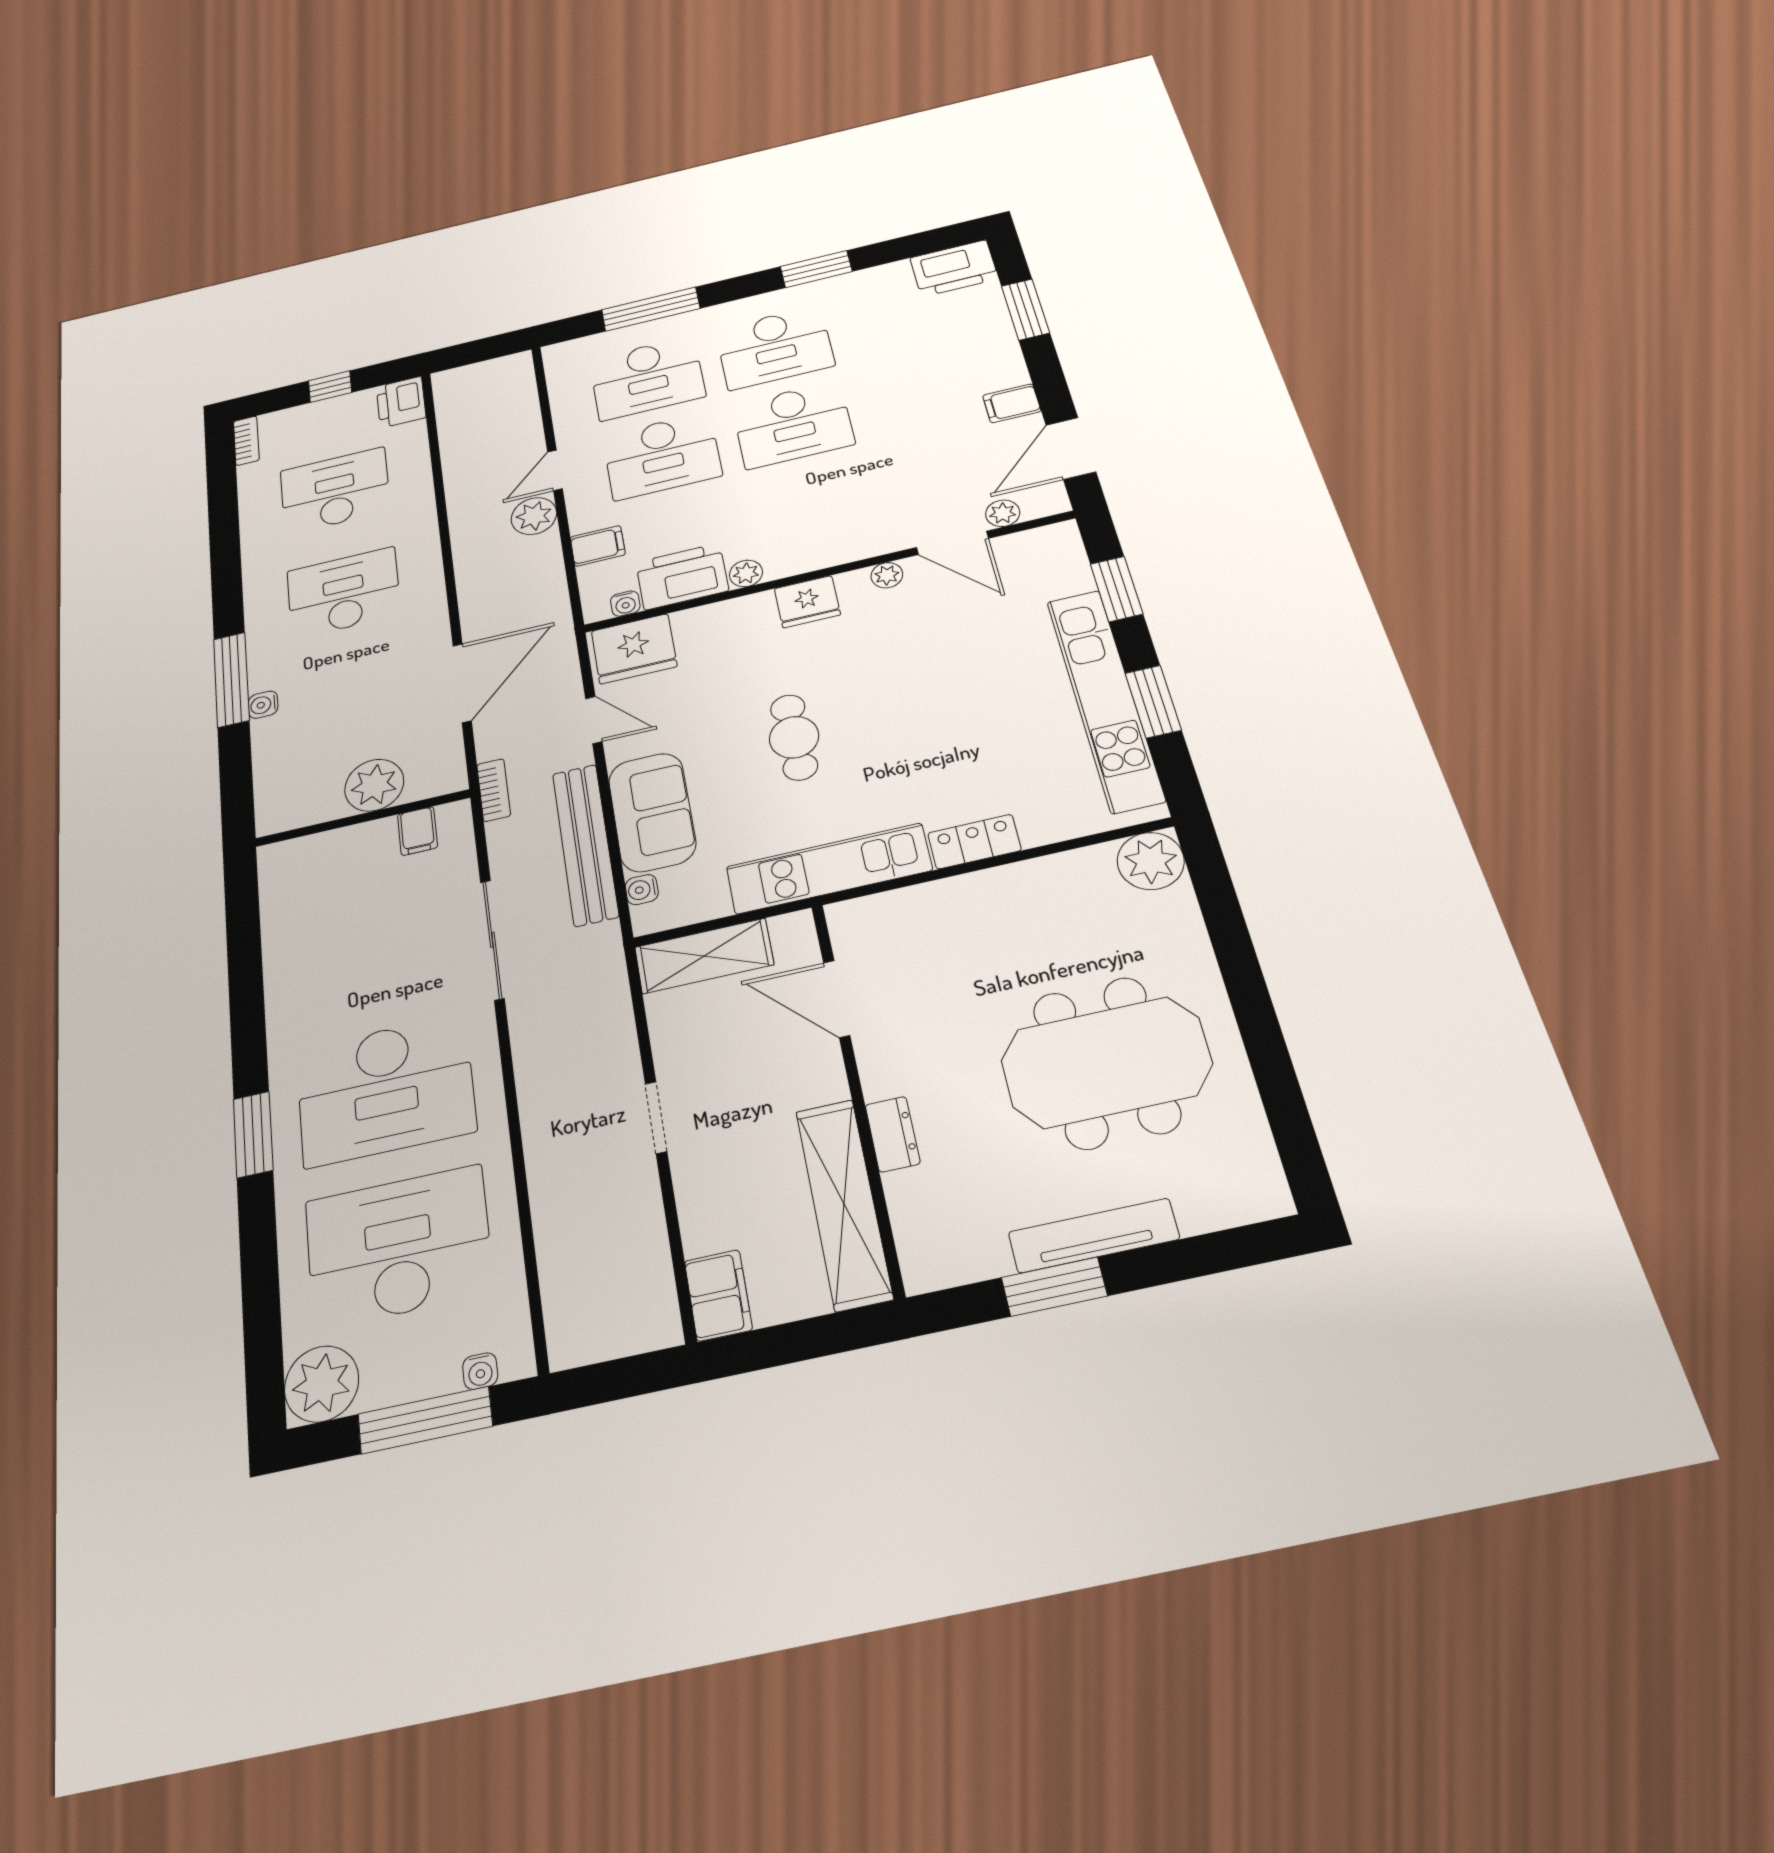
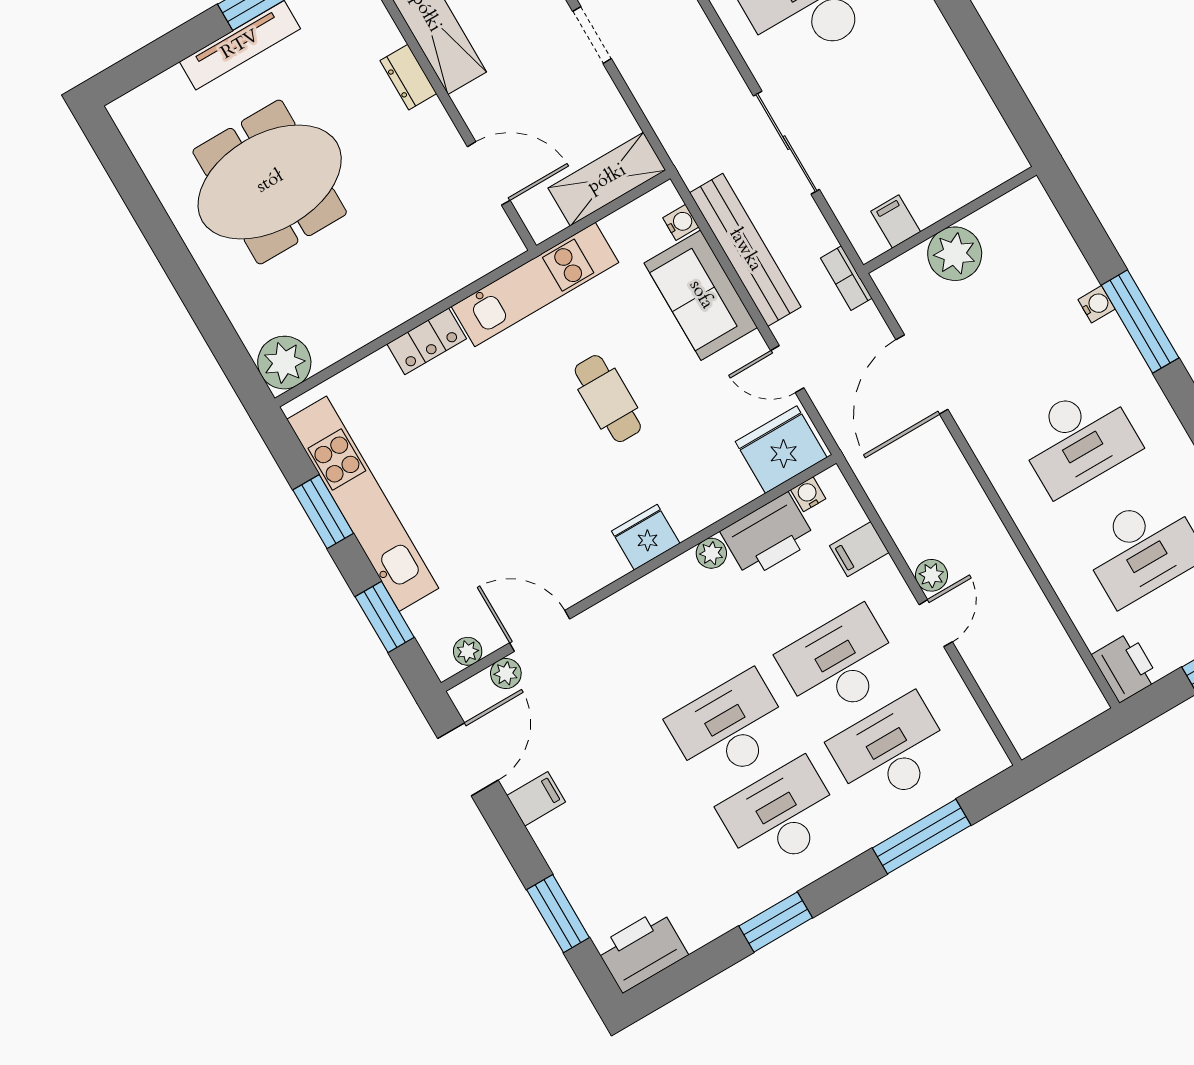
plant: (534, 516) -> (931, 575), width x0.73, depth x0.73
plant: (887, 575) -> (468, 651), moved

